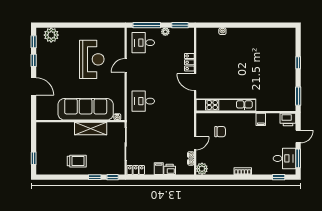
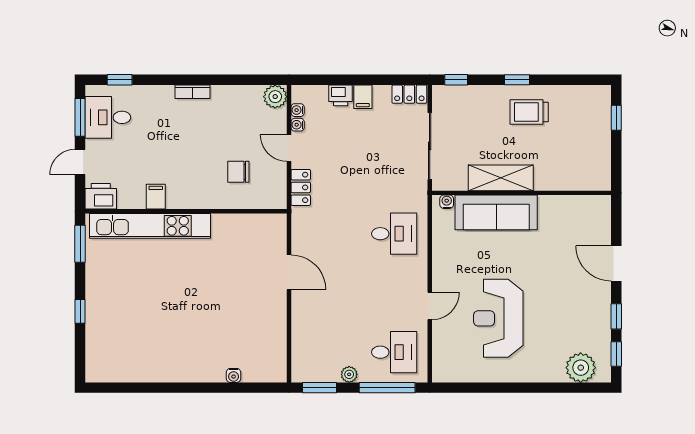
locker: (189, 62) -> (301, 187), moved
kitchen unit: (226, 105) -> (150, 226), moved
sofa: (86, 109) -> (496, 212), width x0.74, depth x0.79
door: (195, 143) -> (289, 148), hinge flipped
window: (95, 177) -> (517, 80), moved

